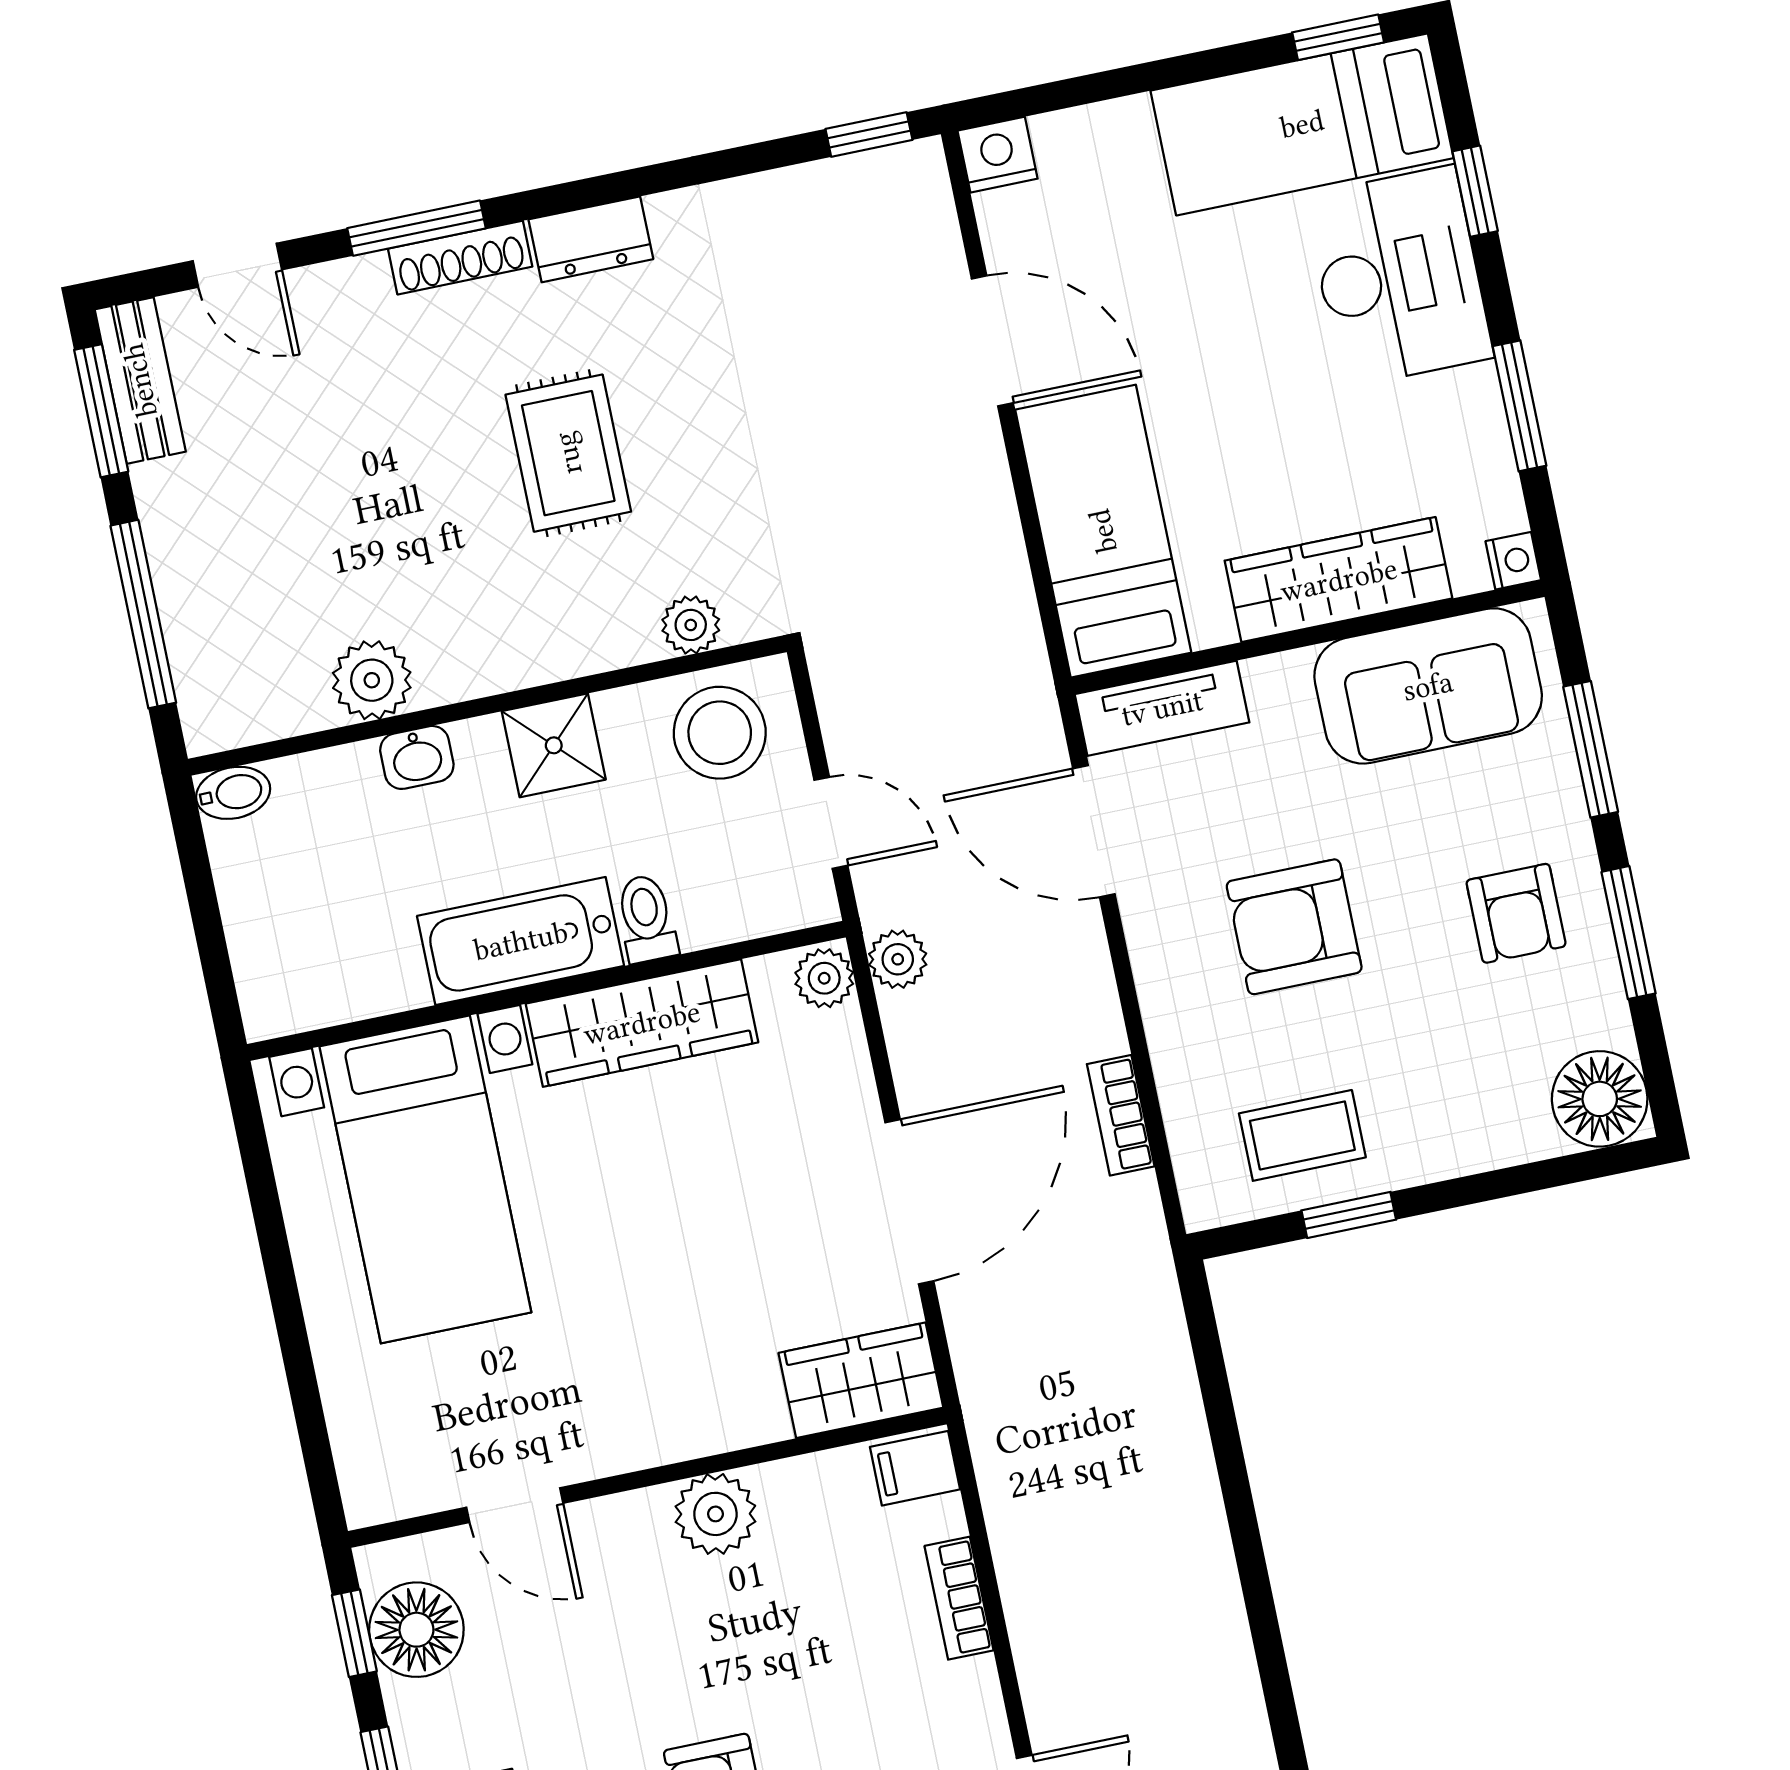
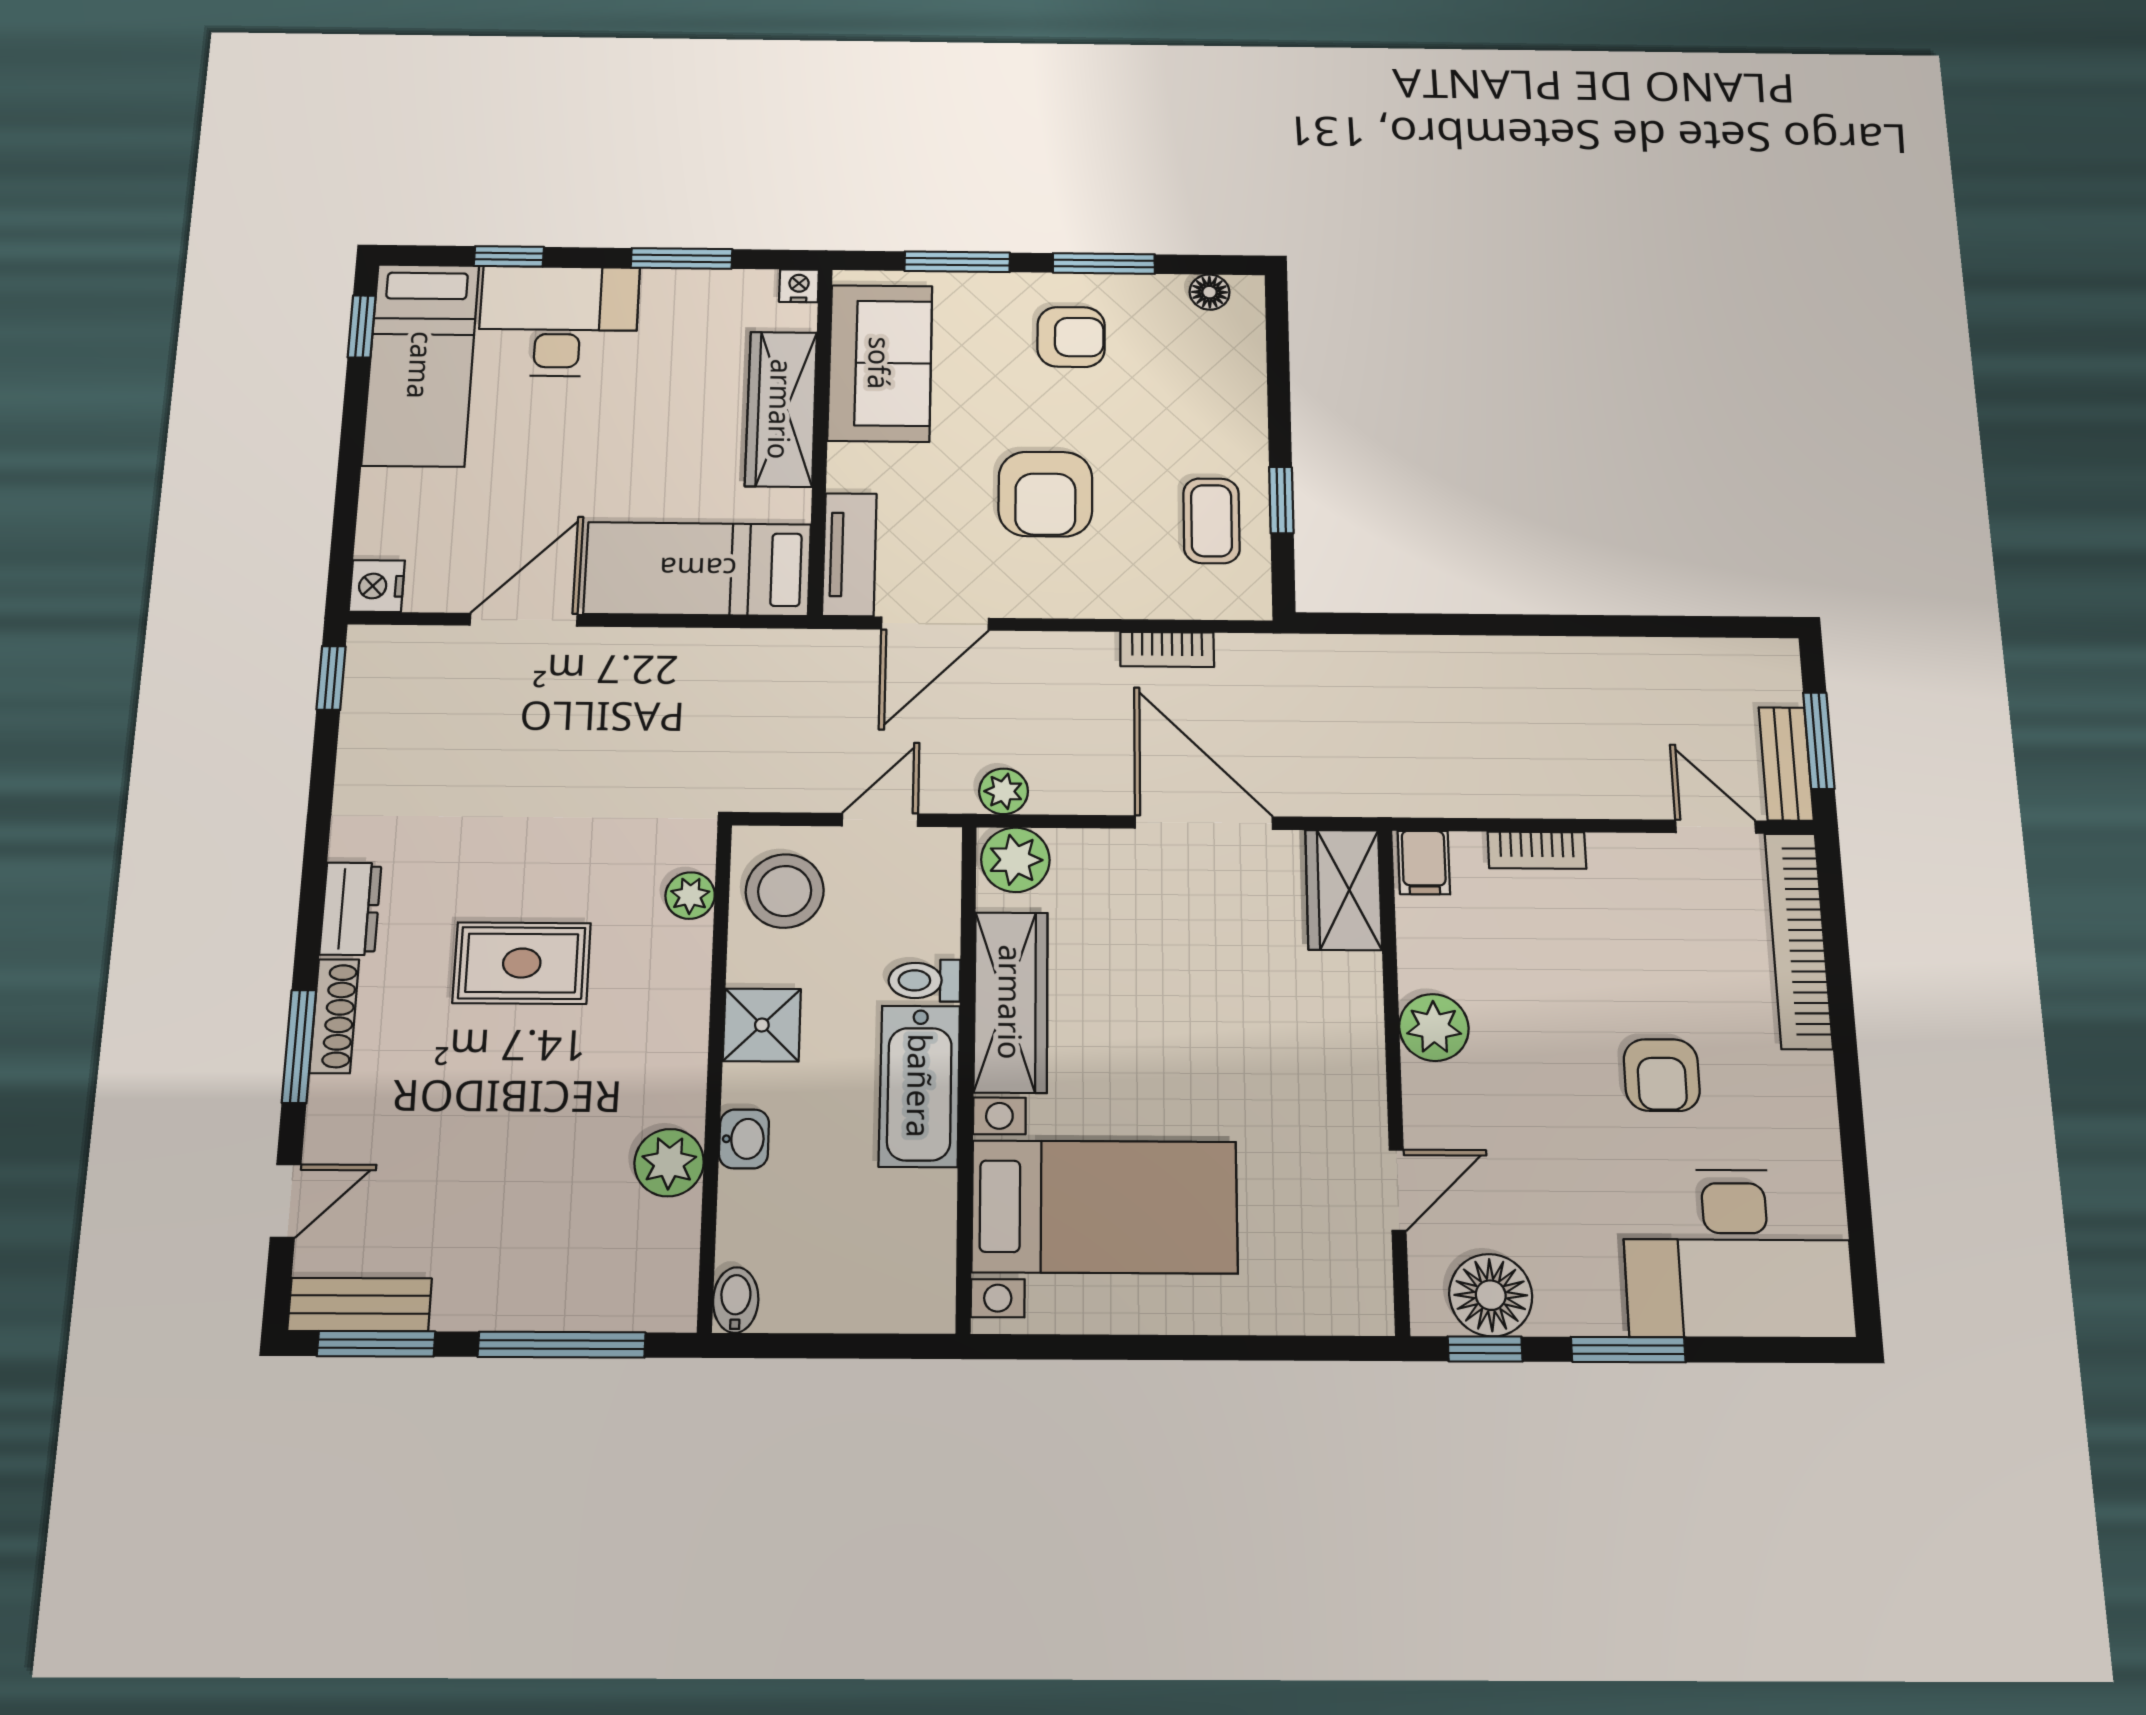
plant: (824, 978) -> (1015, 860), width x1.38, depth x1.38
floor lamp: (1600, 1099) -> (1210, 292), width x0.53, depth x0.53

